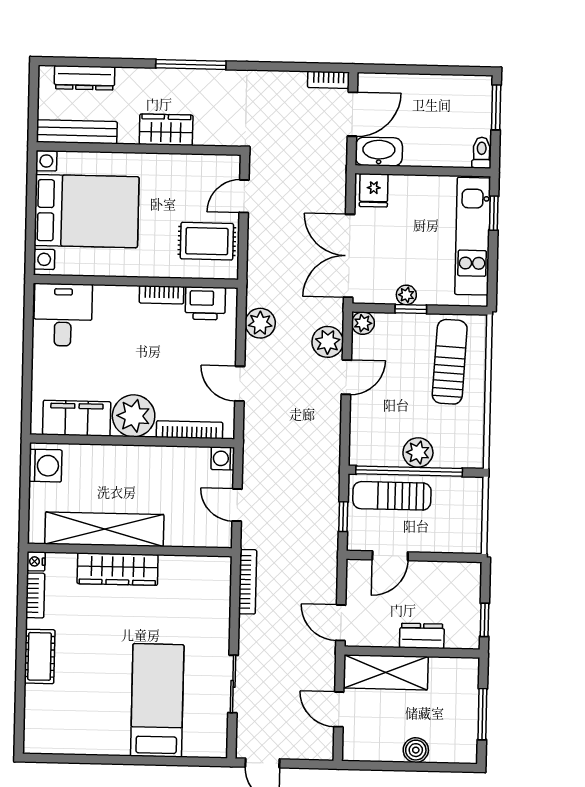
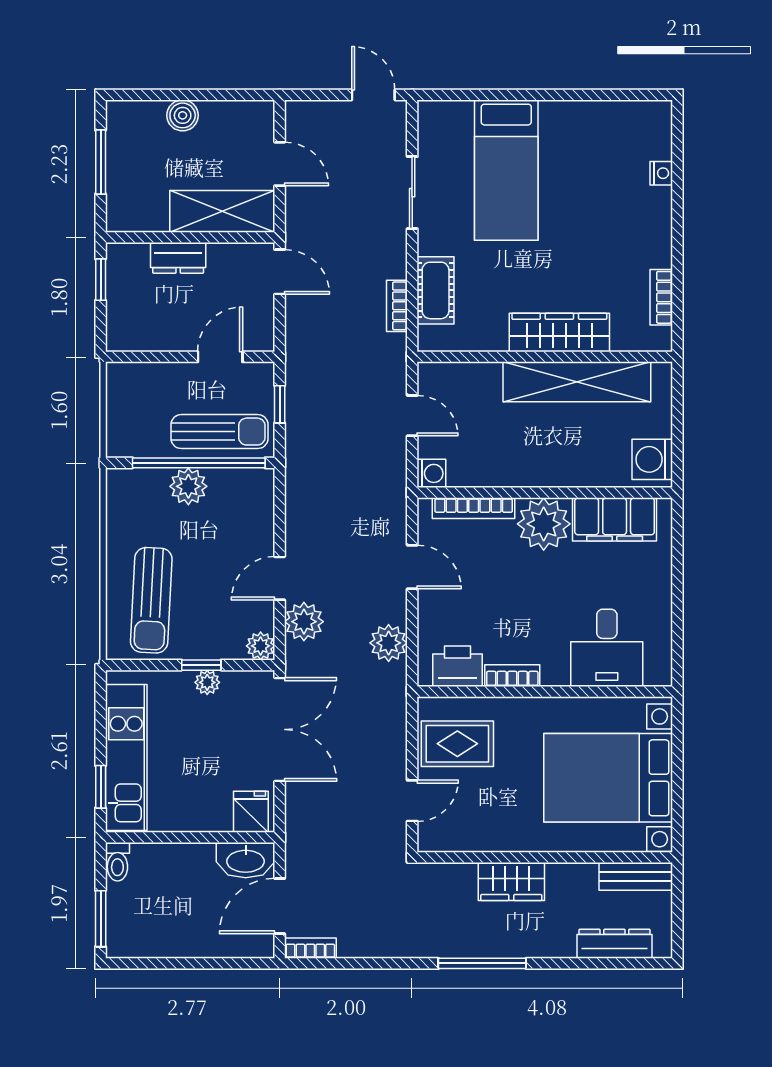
bench: (77, 132) -> (636, 876), width x0.73
desk: (63, 315) -> (607, 648), moved
nightstand: (36, 561) -> (661, 173), moved
bookcase: (248, 582) -> (397, 306), width x0.64
cot: (40, 656) -> (436, 290), moved

